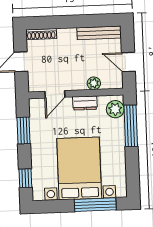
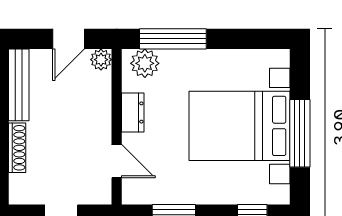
shoe rack: (41, 34) -> (17, 148), moved
plant: (94, 83) -> (101, 60), moved
window: (95, 205) -> (300, 133), moved

